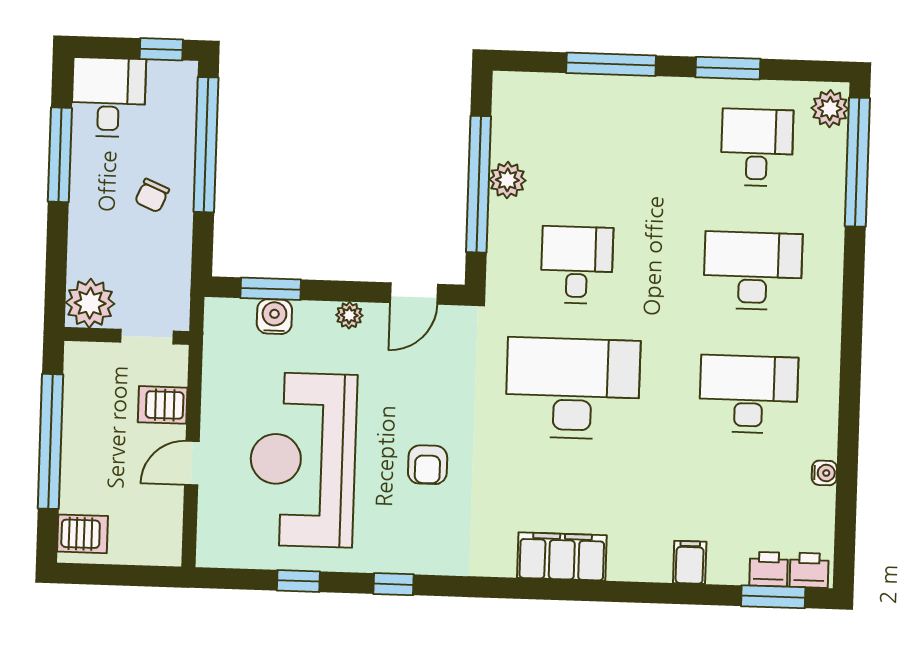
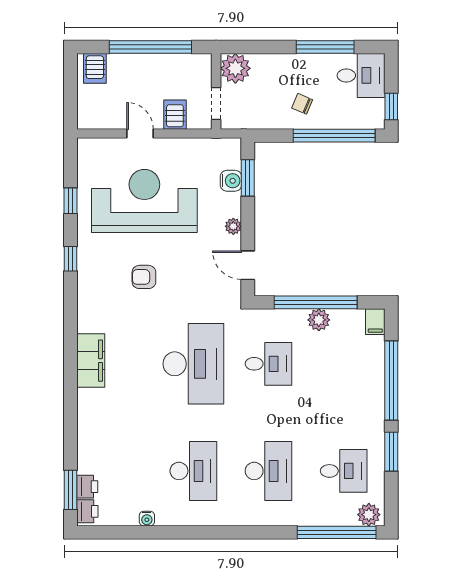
window: (611, 64) -> (391, 381), width x1.46
filing cabinet: (690, 562) -> (375, 322), moved, turned 90

